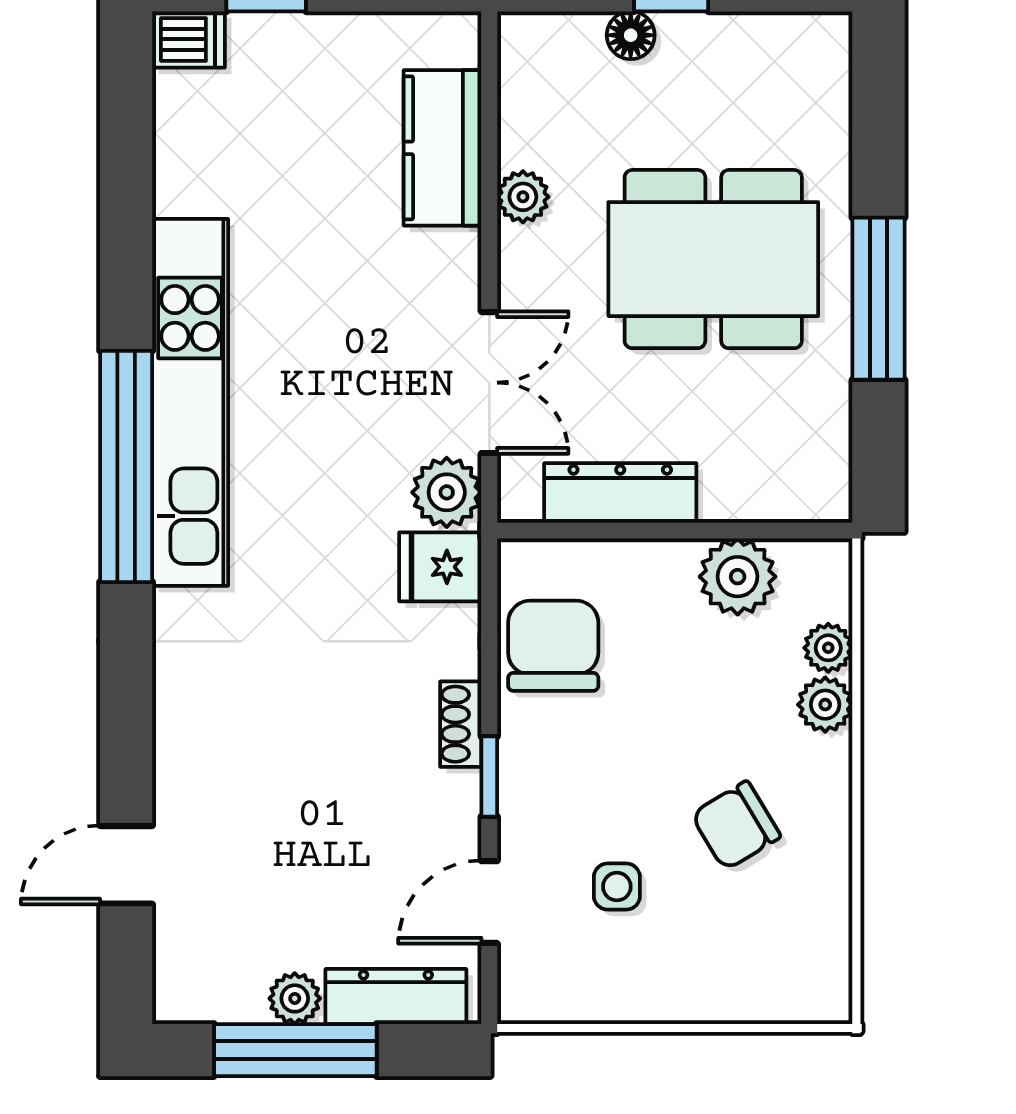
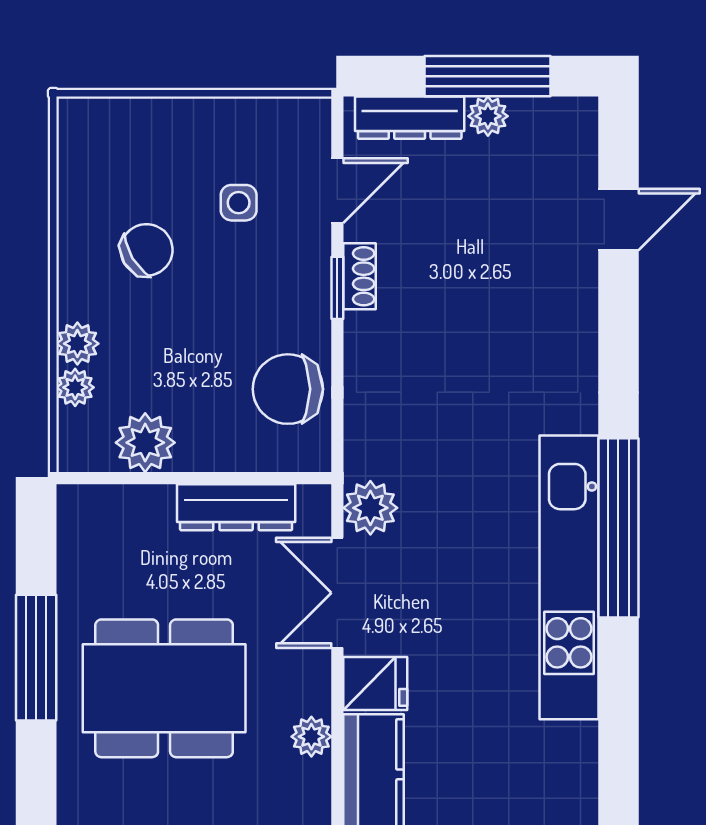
fridge: (440, 567) -> (375, 683), moved
chair: (553, 646) -> (288, 389), turned 90
shoe rack: (461, 724) -> (359, 276), moved

